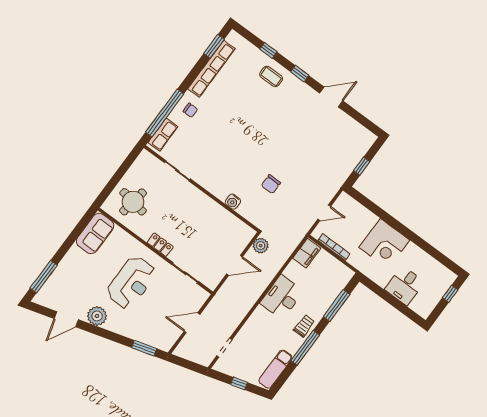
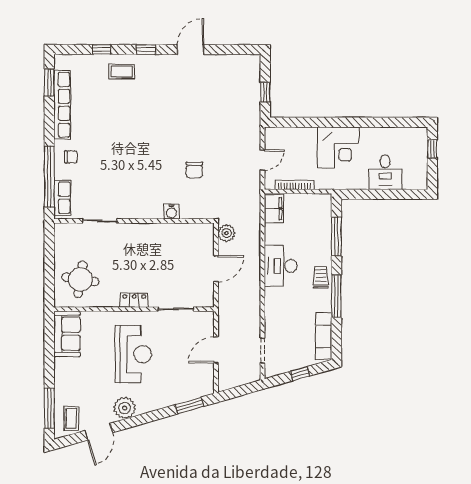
coffee table: (54, 296) -> (71, 419), added

